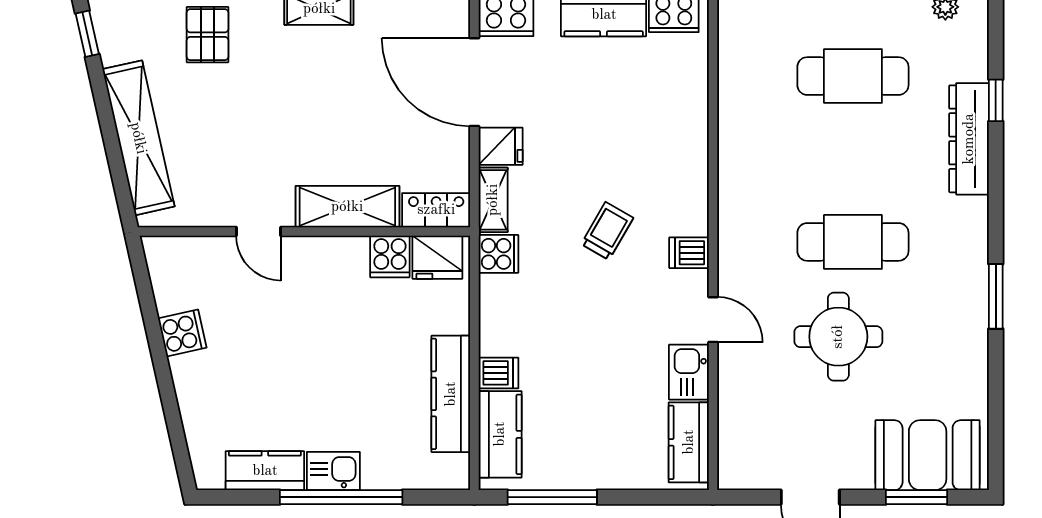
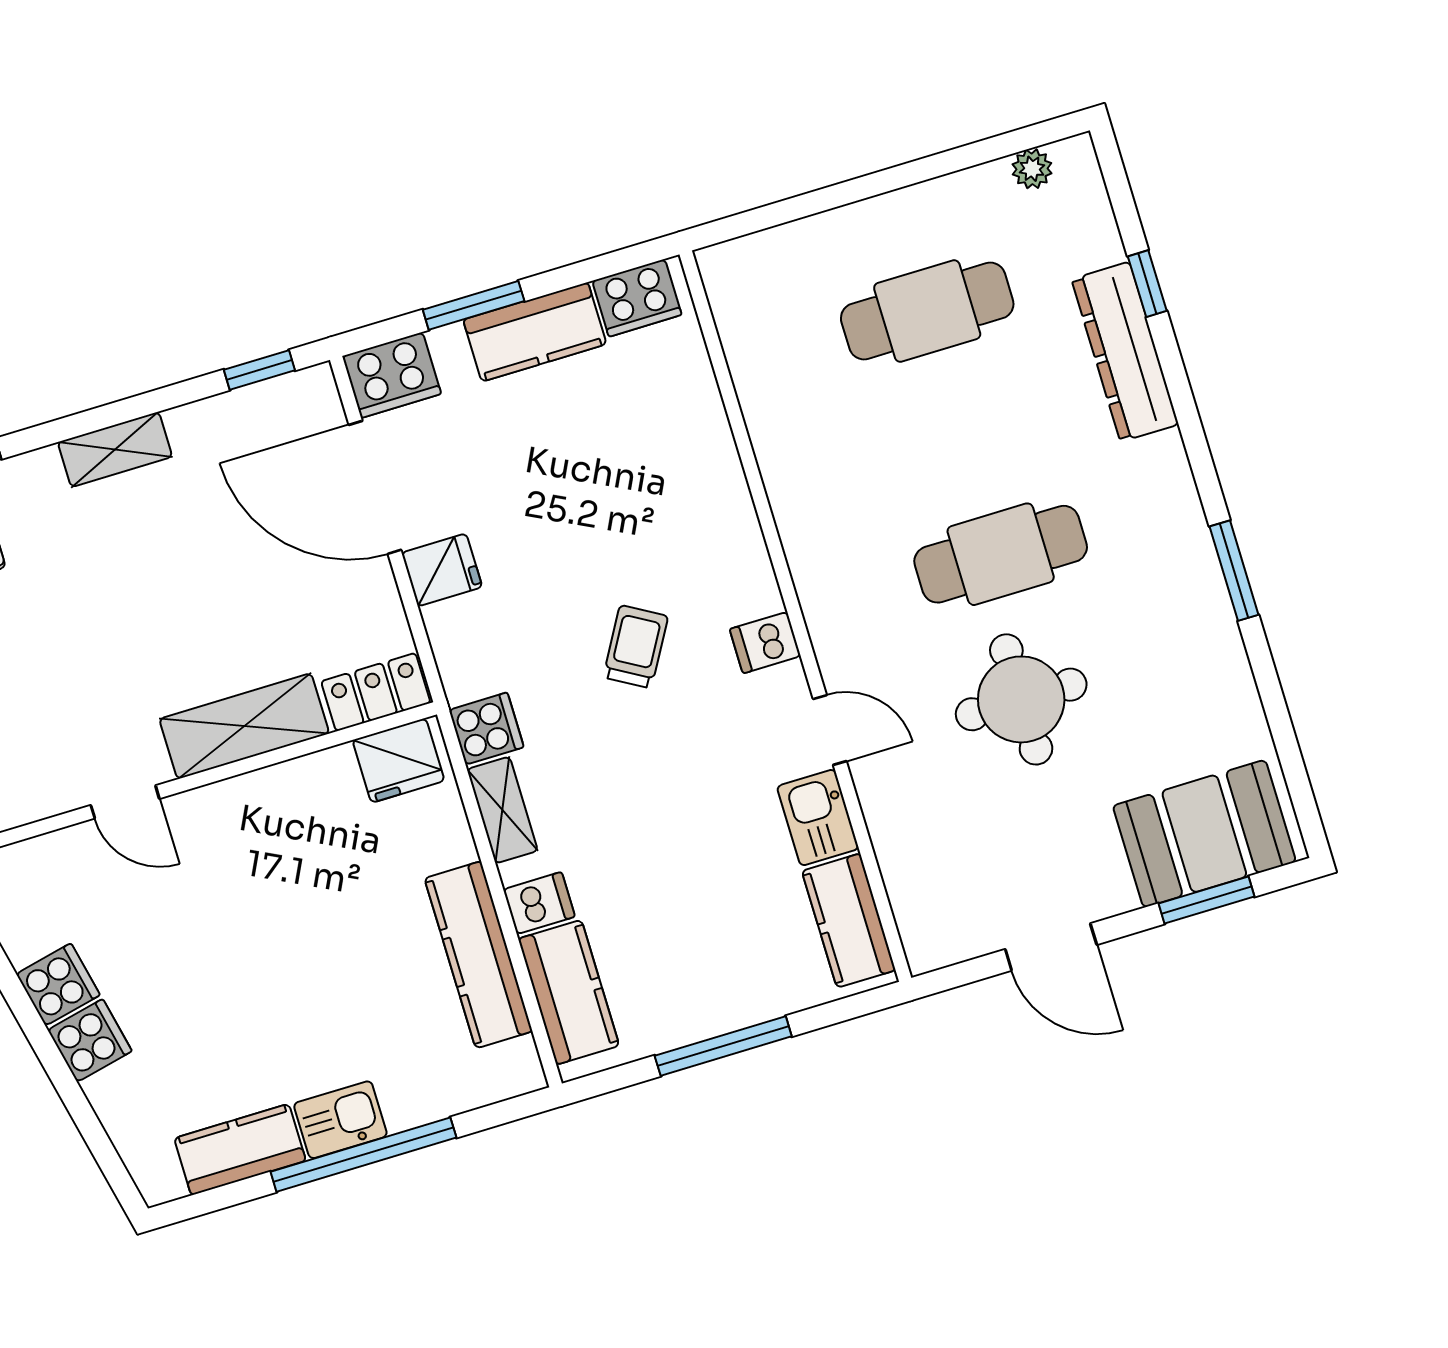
shelving: (493, 200) -> (502, 810), moved
cooker: (390, 256) -> (90, 1041), moved, turned -103
window: (552, 497) -> (723, 1046), moved

